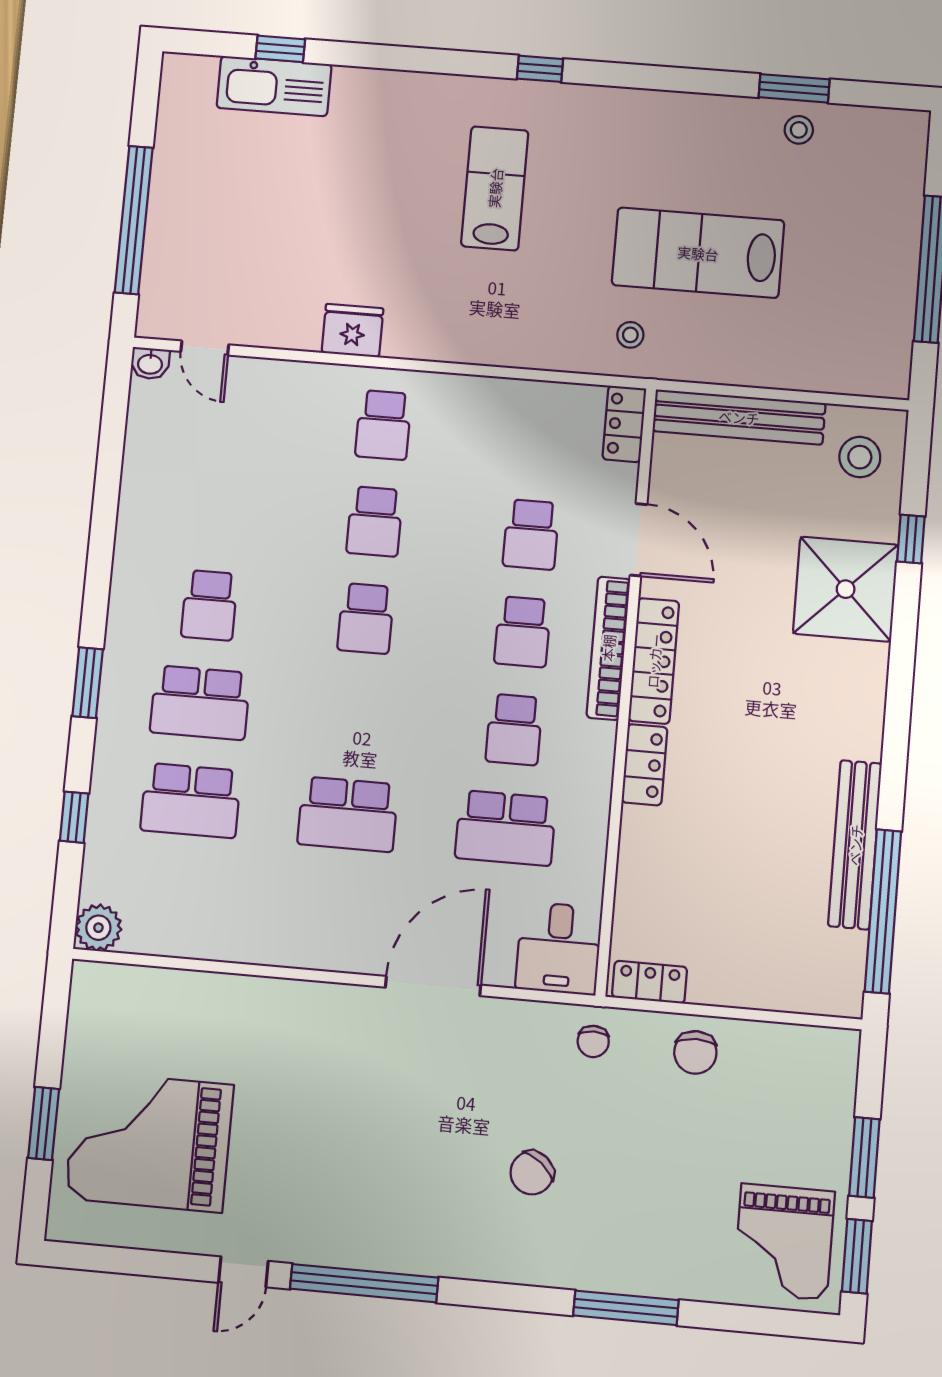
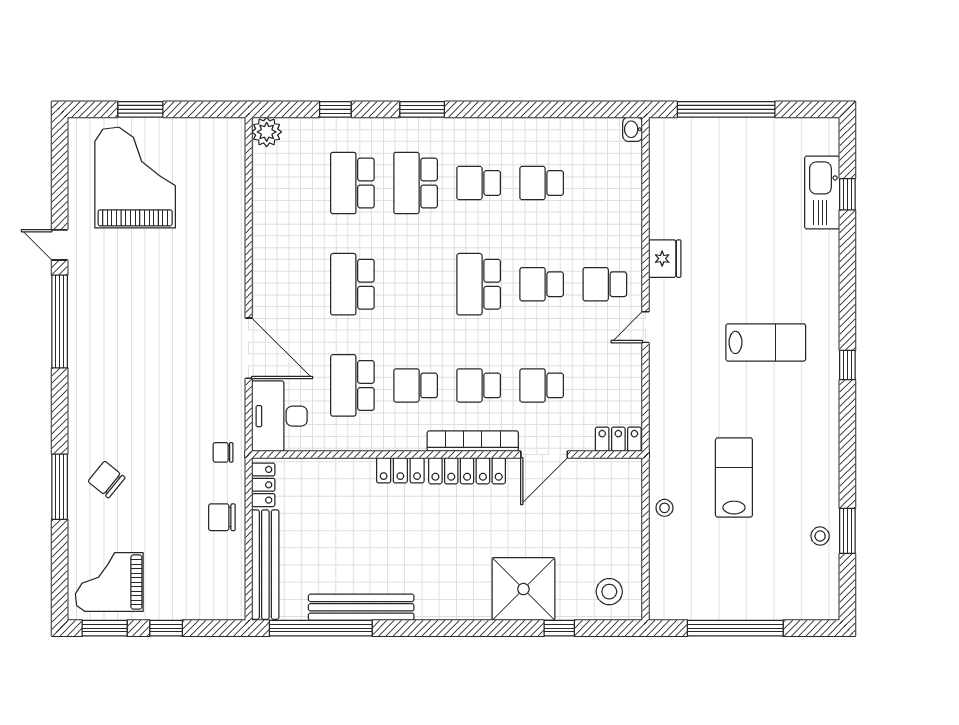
lab bench: (698, 253) -> (734, 477), width x0.73, depth x0.72
stool: (630, 335) -> (665, 508), moved
door: (205, 348) -> (646, 327), moved
bench: (739, 417) -> (265, 565), moved
school desk: (219, 509) -> (542, 183), added
school desk: (366, 618) -> (479, 284), width x1.85
desk: (559, 948) -> (279, 416), width x1.37
window: (864, 1157) -> (166, 628), width x0.67
chair: (532, 1173) -> (107, 480), moved

